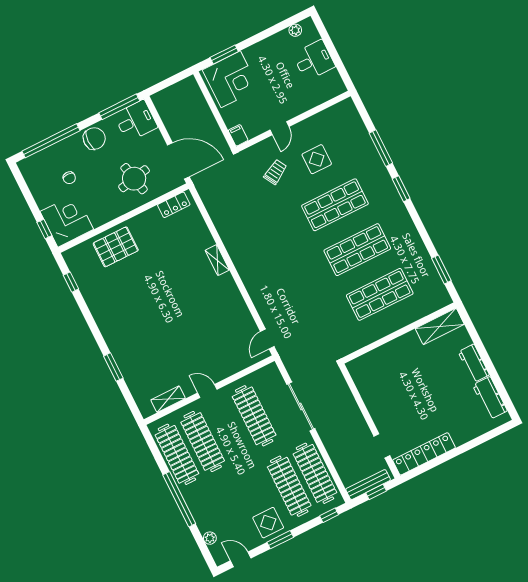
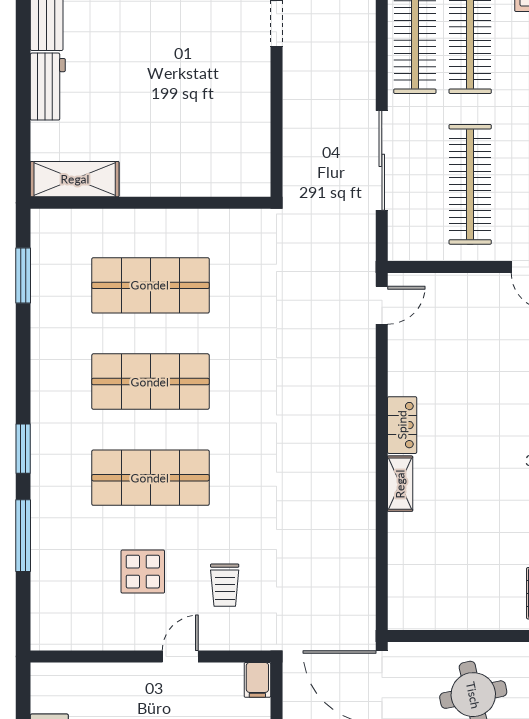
trolley: (275, 172) -> (225, 585), turned -60
locker: (174, 205) -> (402, 425), moved, turned 90

